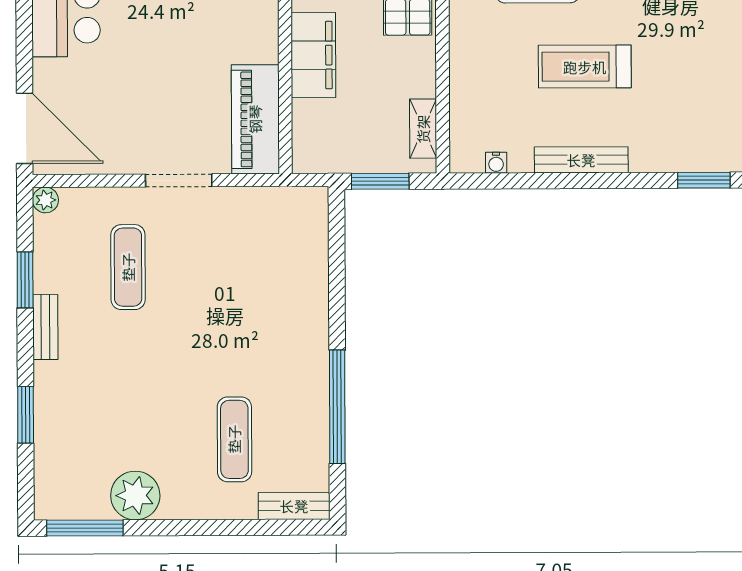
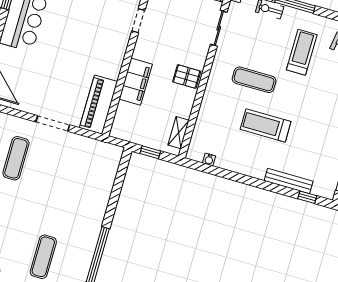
bench: (581, 160) -> (289, 181), moved
window: (704, 180) -> (307, 197), width x0.67
window: (380, 181) -> (150, 152), width x0.67

